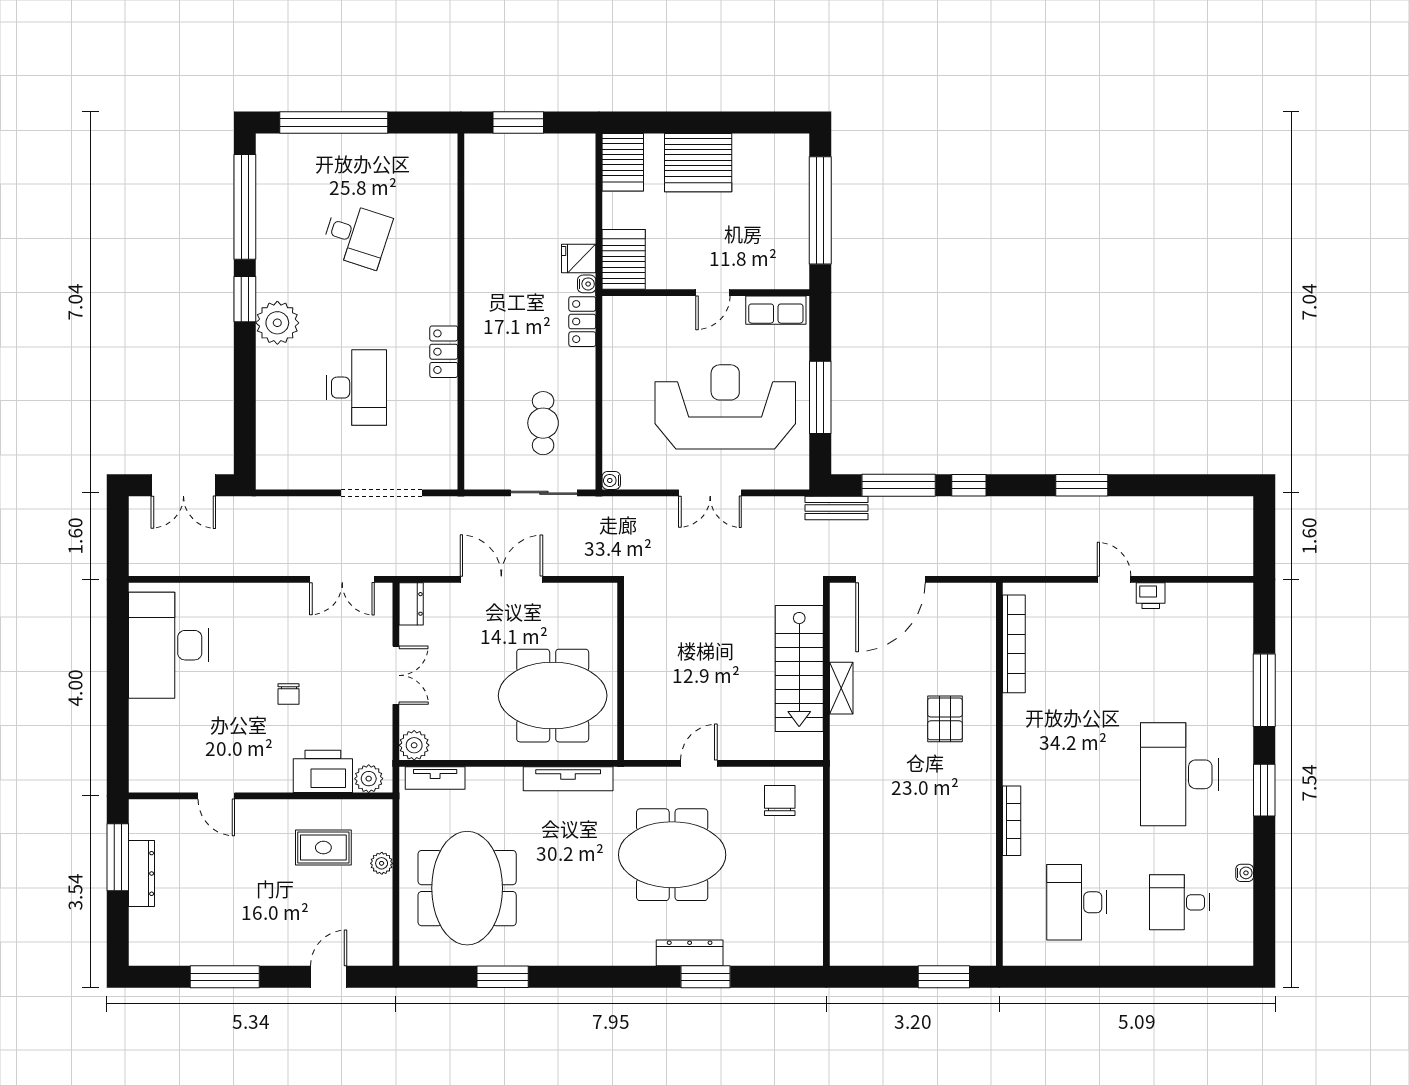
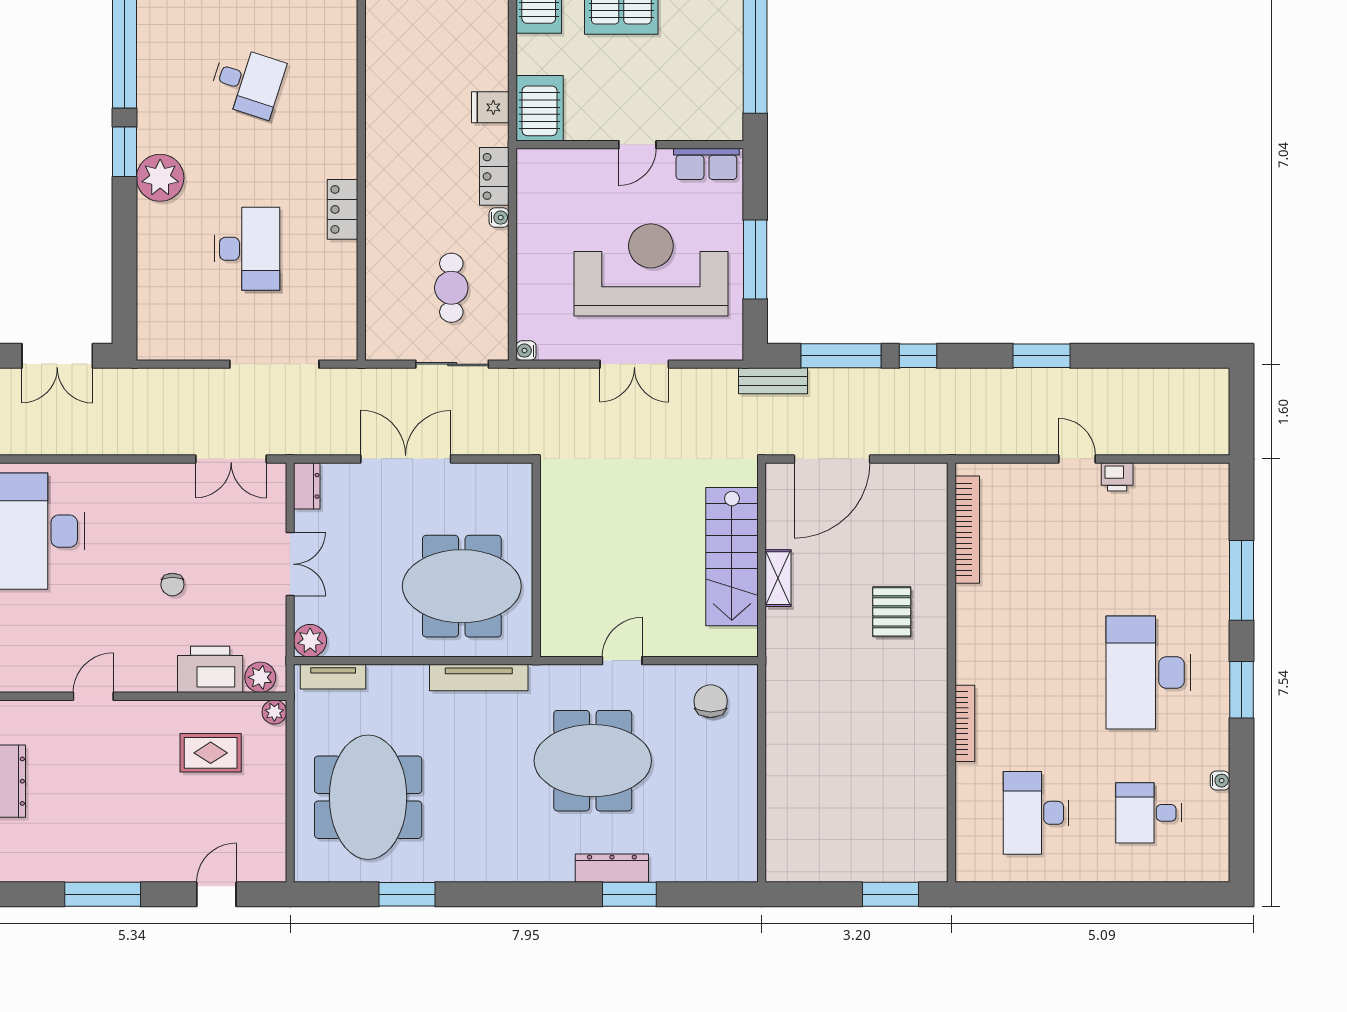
water cooler: (587, 284) -> (499, 218), moved
door: (216, 796) -> (93, 696), swing flipped
plant: (382, 863) -> (274, 712), moved

